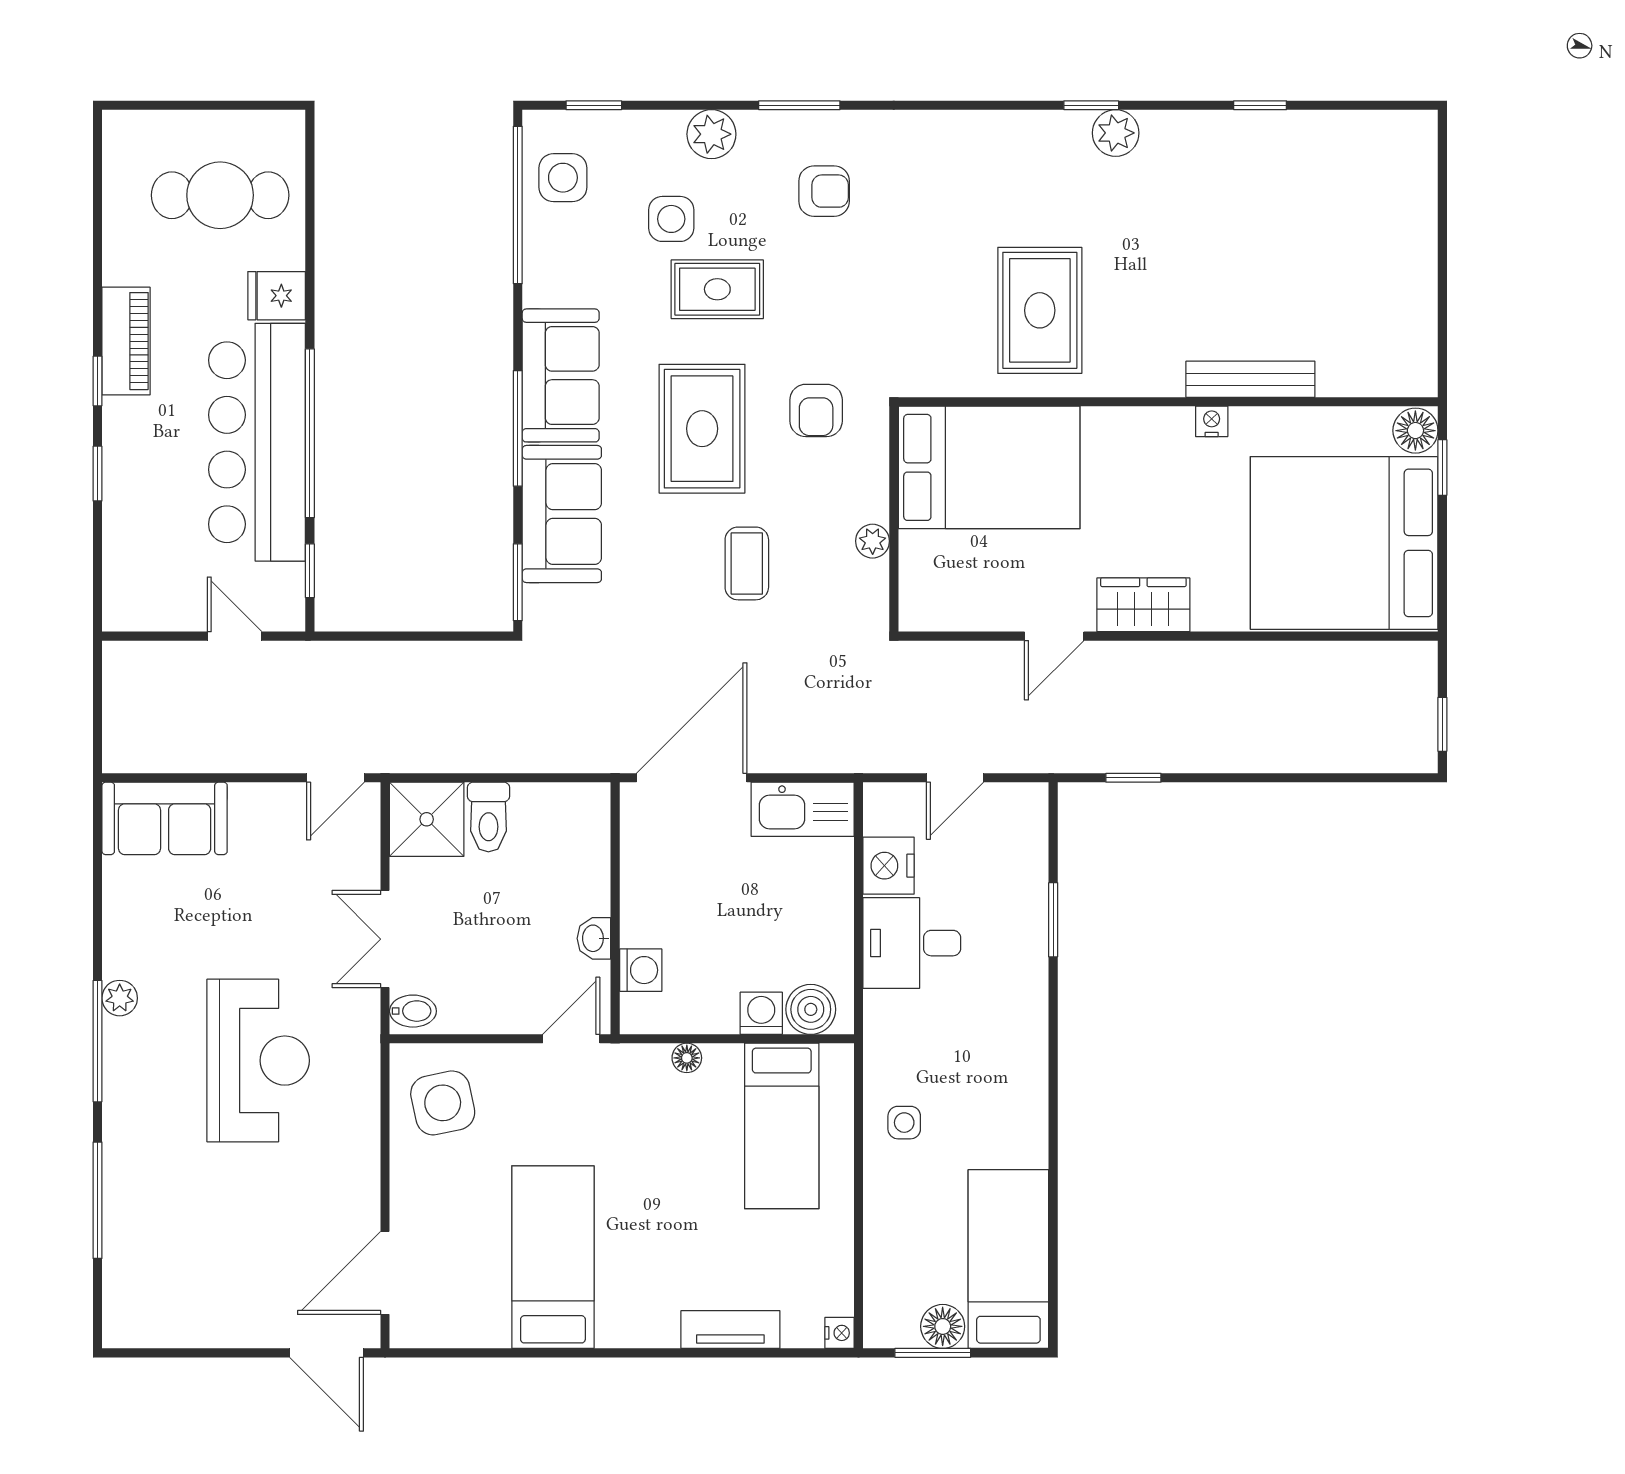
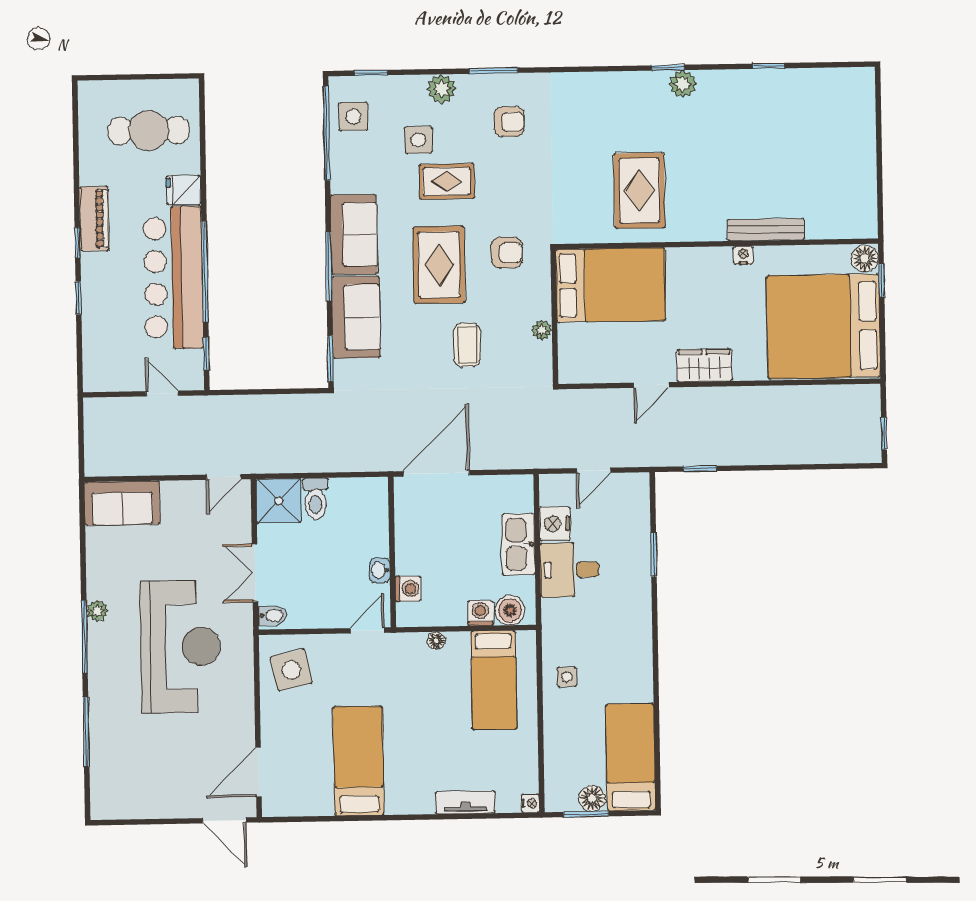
armchair: (816, 410) -> (507, 253), turned -90
kitchen sink: (803, 809) -> (518, 544), moved, turned 90
reception desk: (258, 1061) -> (180, 647), width x1.36, depth x1.30

